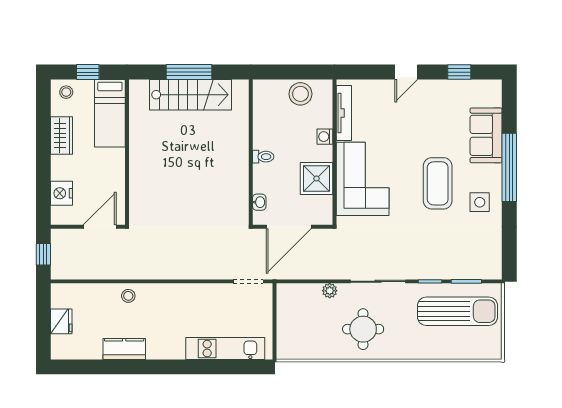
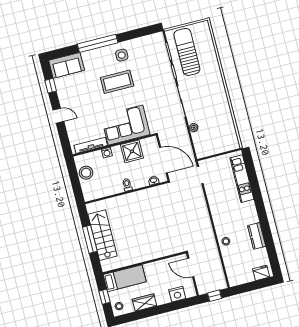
sofa: (486, 135) -> (67, 65), moved
fridge: (61, 321) -> (261, 273), moved
round table: (363, 329) -> (211, 103), removed

